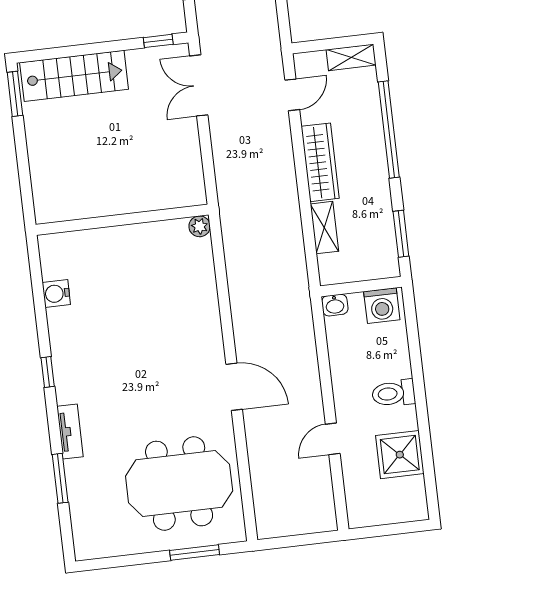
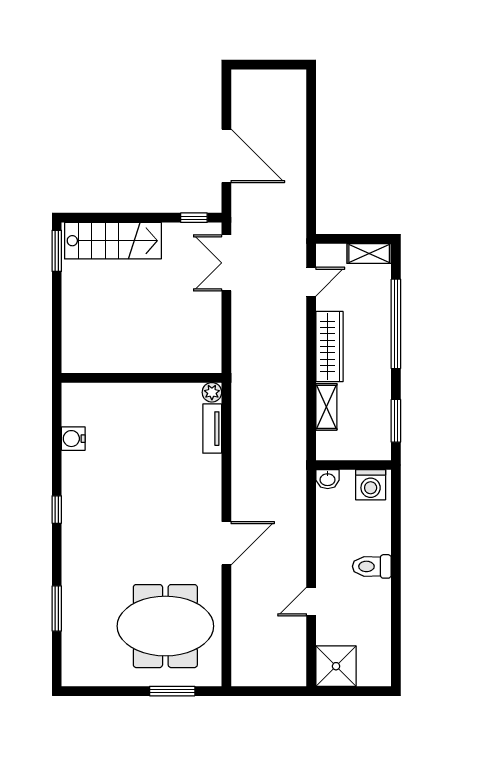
door: (234, 387) -> (226, 543), hinge flipped
tv unit: (70, 431) -> (212, 429), moved, turned 180
shower: (400, 455) -> (336, 666), moved

